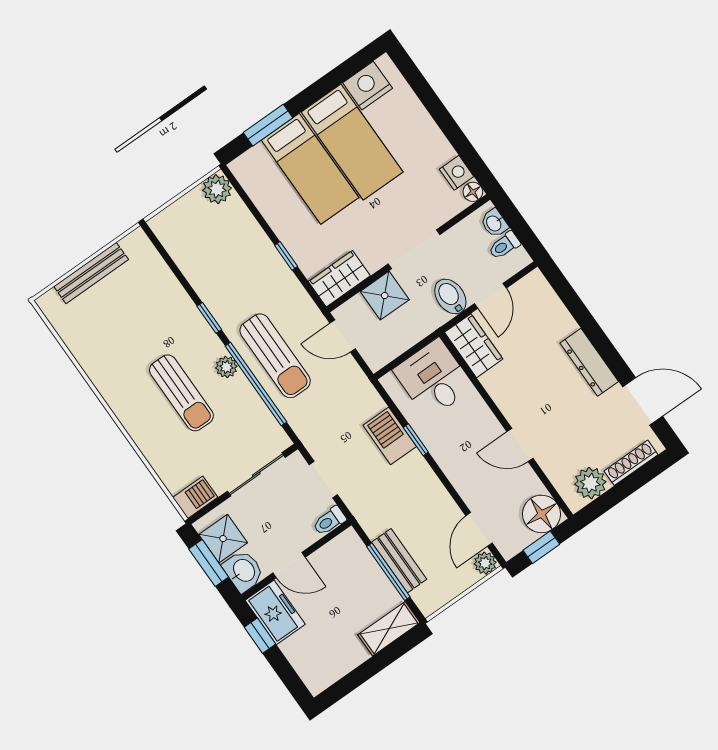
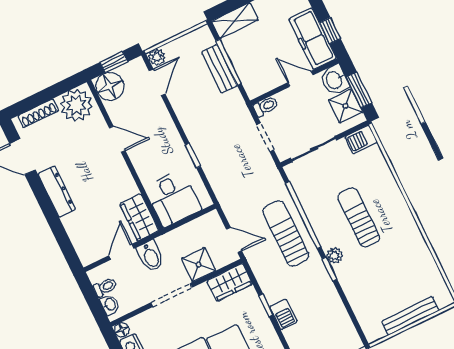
plant: (226, 367) -> (335, 256), moved
barbecue: (390, 436) -> (283, 314), moved, width x0.73, depth x0.79
plant: (590, 483) -> (76, 105), width x1.36, depth x1.36
freezer: (275, 612) -> (313, 39), width x1.40

